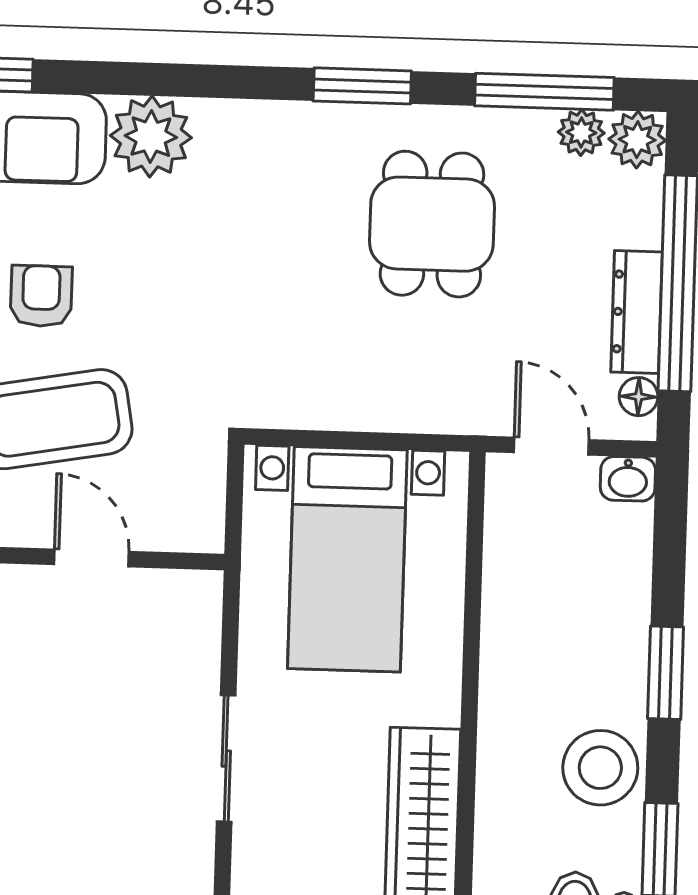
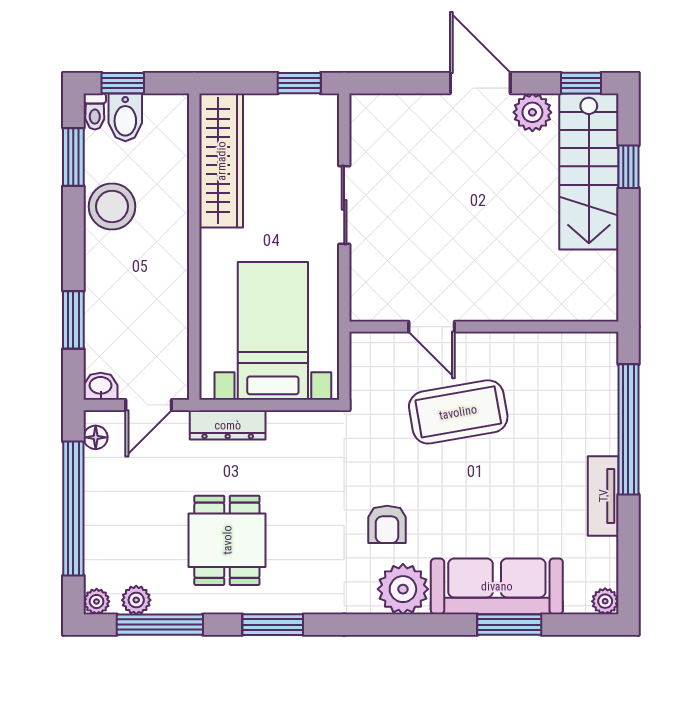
plant: (637, 140) -> (97, 601), width x0.73, depth x0.73
armchair: (41, 296) -> (387, 524), moved
dresser: (637, 312) -> (228, 425), moved, turned 90
door: (551, 446) -> (149, 405), hinge flipped
window: (666, 673) -> (73, 320), moved

